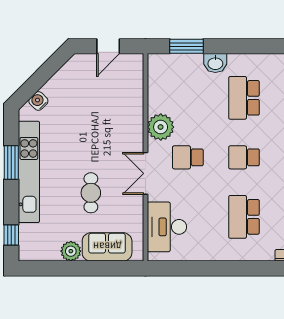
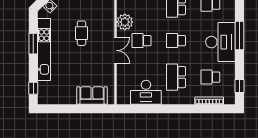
double door: (146, 173) -> (116, 50), swing flipped
cafe table: (91, 193) -> (81, 33), moved
desk: (167, 227) -> (146, 92), moved, turned -90
plant: (71, 251) -> (70, 98), removed

